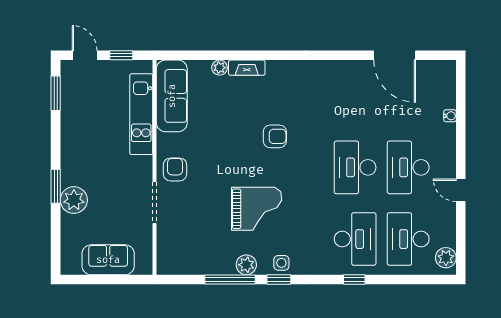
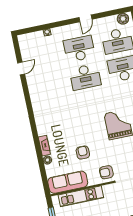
door: (395, 55) -> (21, 68), width x0.53
armchair: (275, 136) -> (83, 153), moved
desk: (408, 167) -> (79, 49), turned 180

